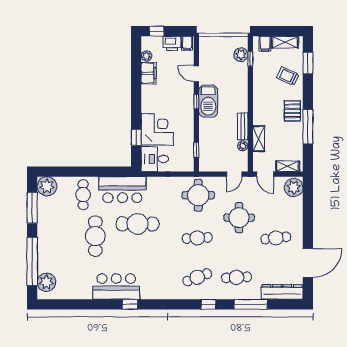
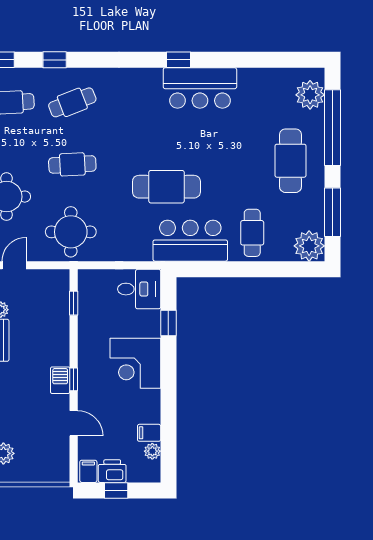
window: (157, 31) -> (116, 490), moved
filing cabinet: (149, 73) -> (149, 433), width x0.50
barbecue: (208, 101) -> (60, 380), width x0.53, depth x0.65
corner desk: (157, 129) -> (135, 363), moved
cafe table: (95, 236) -> (291, 161), moved

